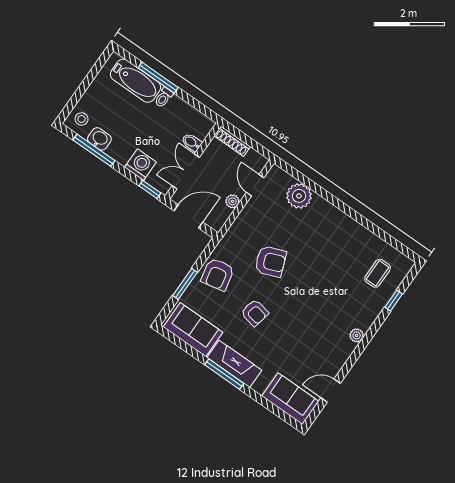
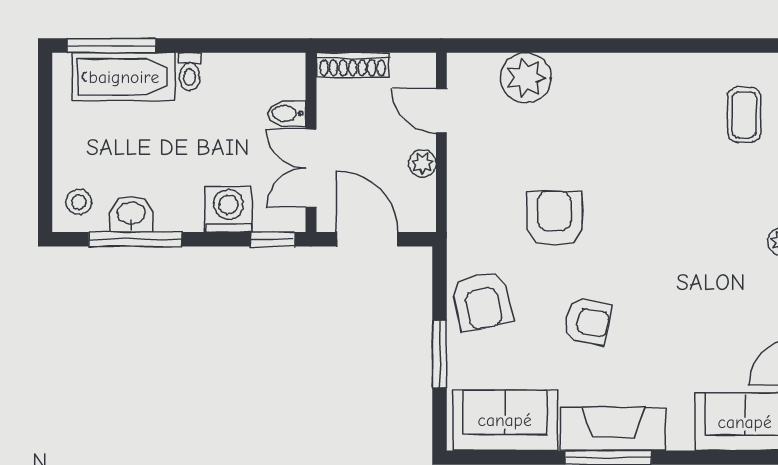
window: (158, 78) -> (111, 46), moved
door: (188, 216) -> (367, 239), hinge flipped
armchair: (271, 261) -> (554, 219), turned -69

